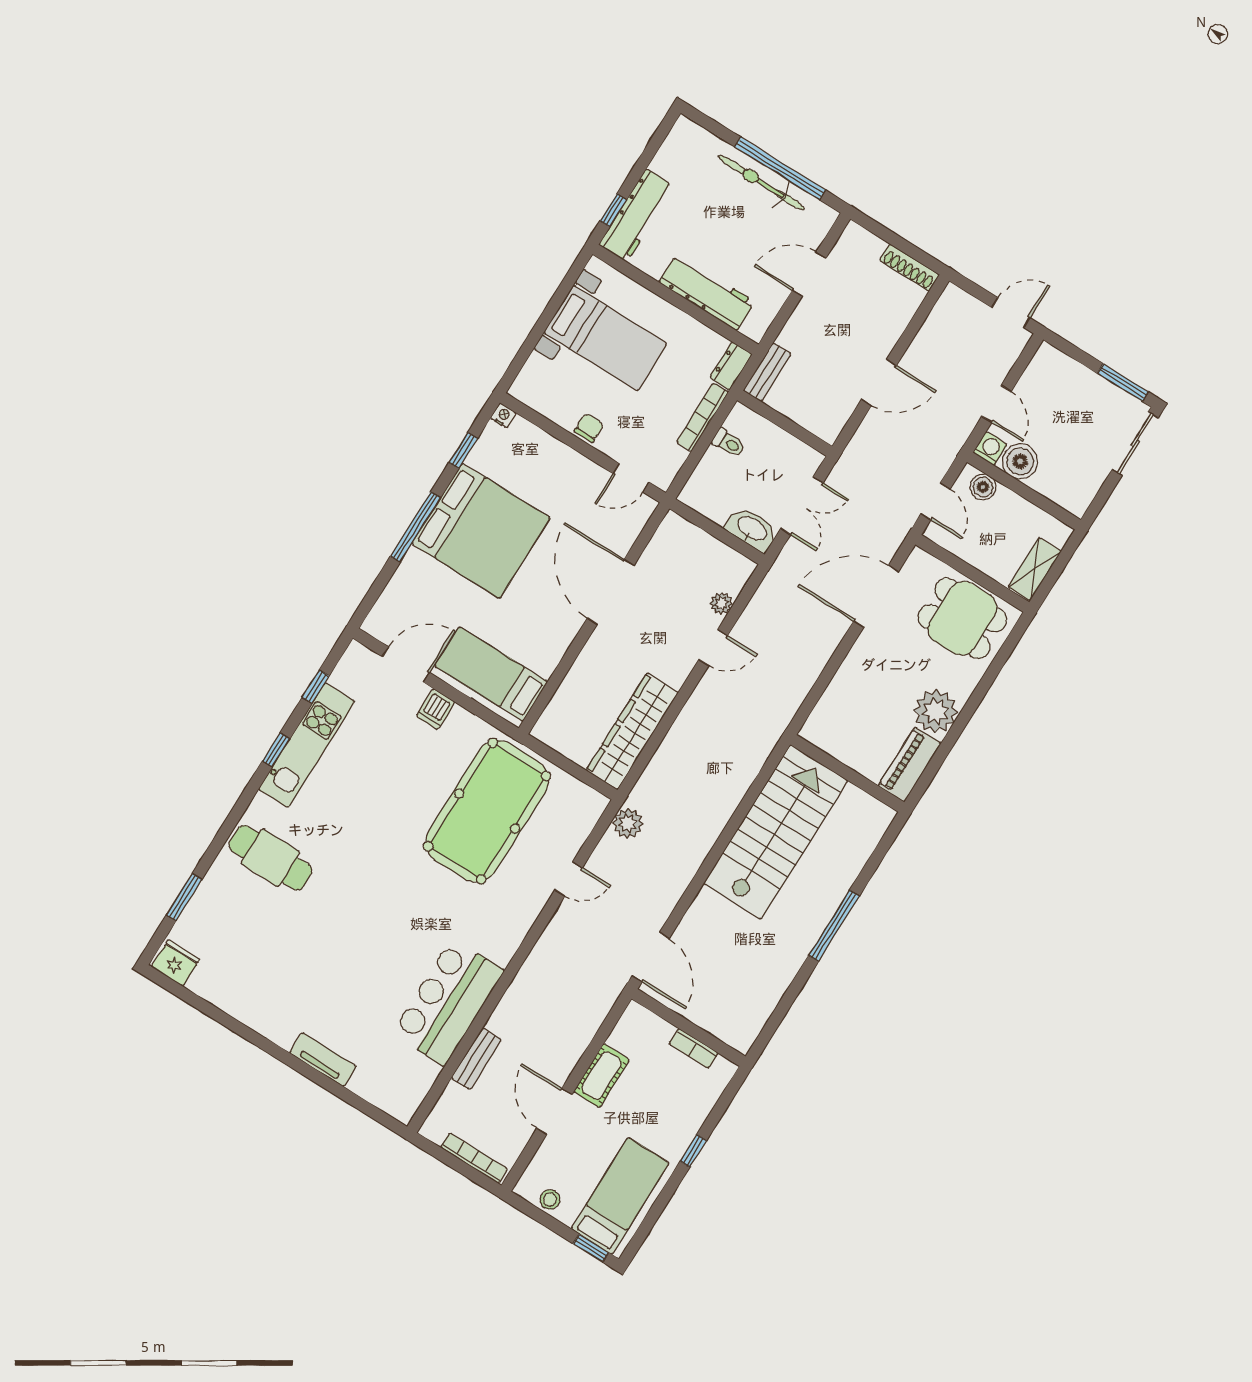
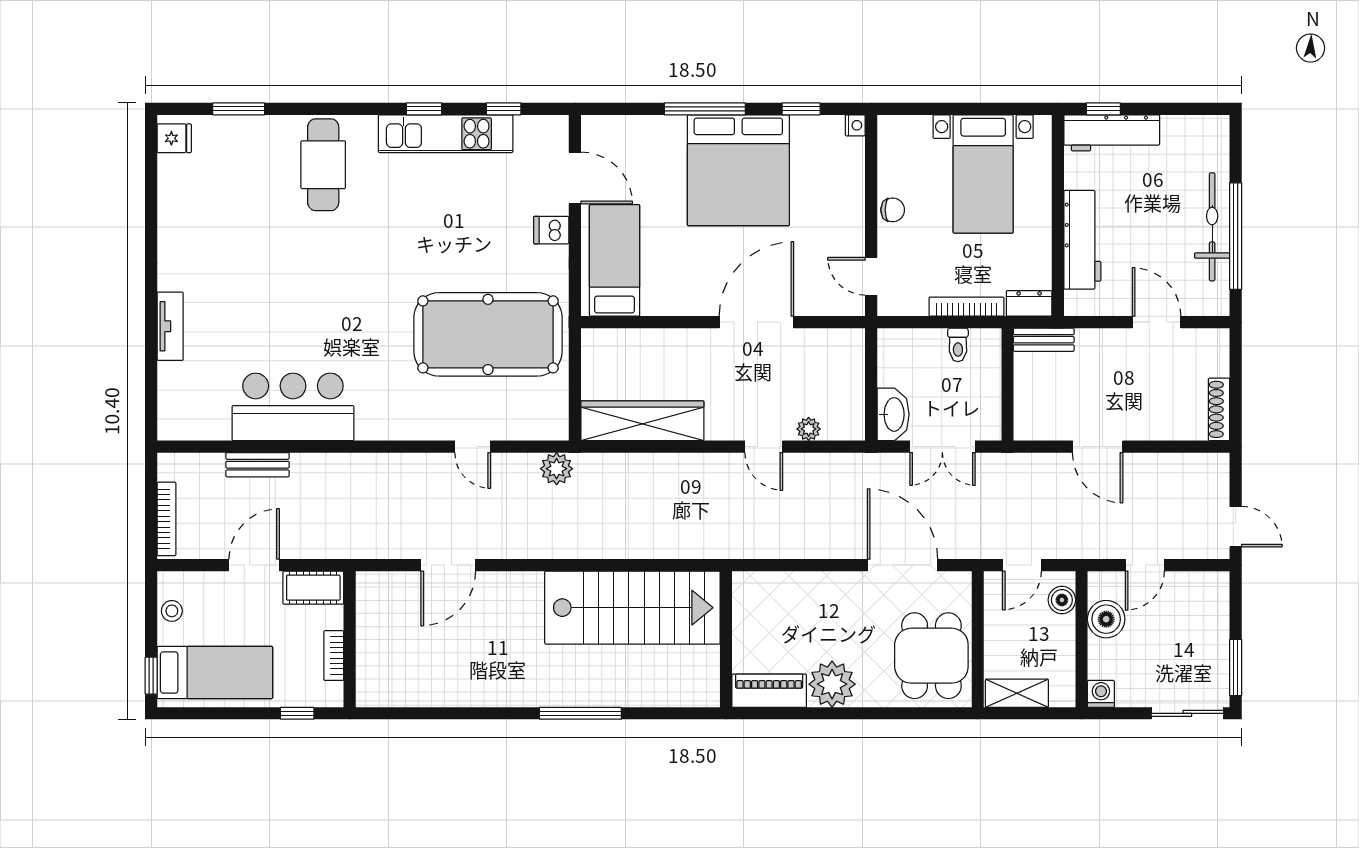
washing machine: (990, 448) -> (1101, 694), moved, turned -90
fridge: (176, 963) -> (174, 138), width x0.72
wall: (688, 1028) -> (350, 639), moved
bookcase: (694, 1048) -> (334, 656), moved

